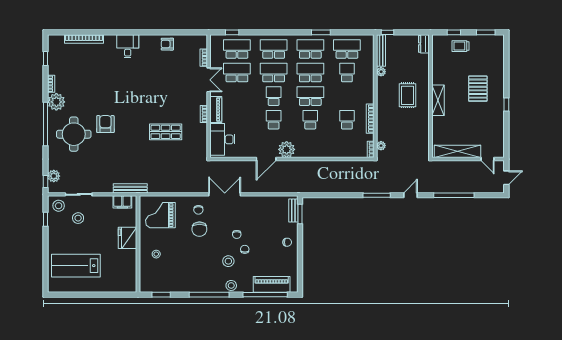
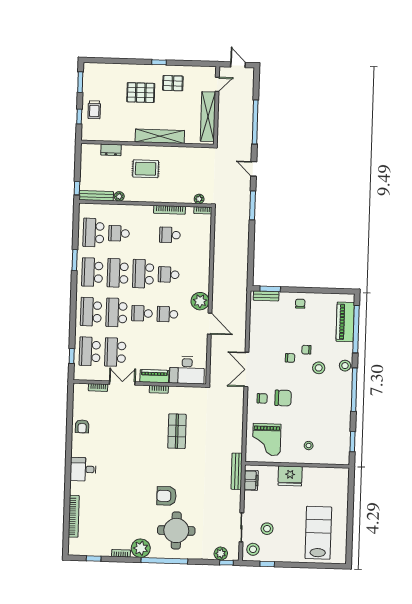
dresser: (424, 44) -> (111, 150), moved
shelving: (438, 100) -> (160, 136), width x1.47
pallet: (487, 118) -> (173, 83), added
lab bench: (76, 266) -> (318, 533), turned 180

